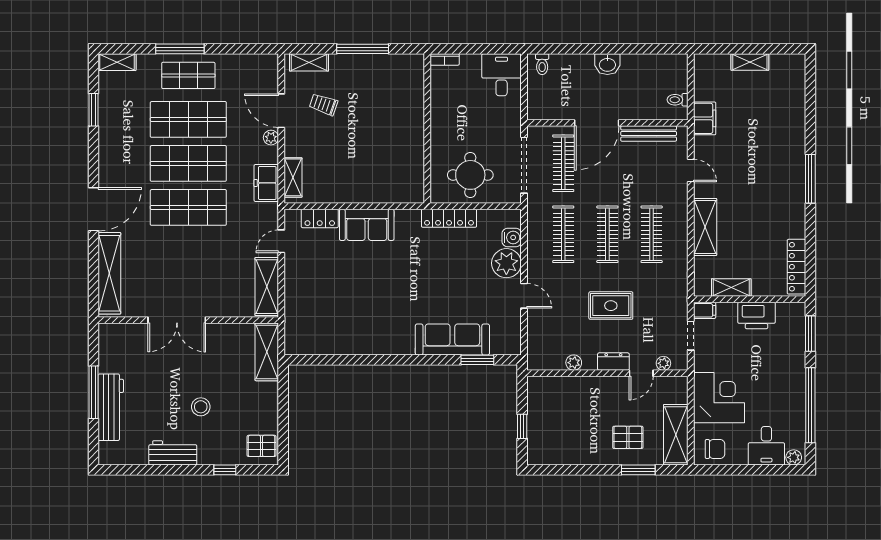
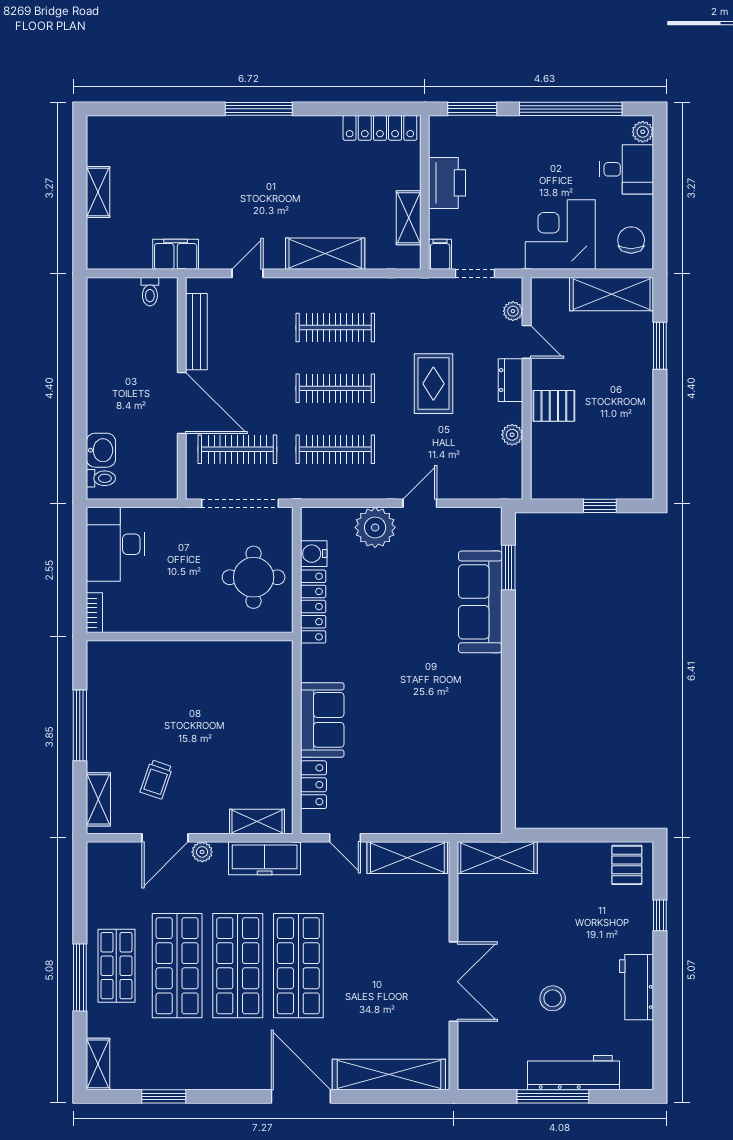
washbasin: (607, 64) -> (101, 450), moved
desk: (502, 75) -> (116, 544), width x1.37
freezer: (266, 183) -> (265, 858), width x1.40
water cooler: (512, 237) -> (314, 554), moved, turned -90
stool: (201, 407) -> (553, 998), moved
pallet: (628, 437) -> (554, 406), moved, turned 90

